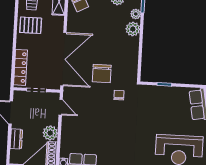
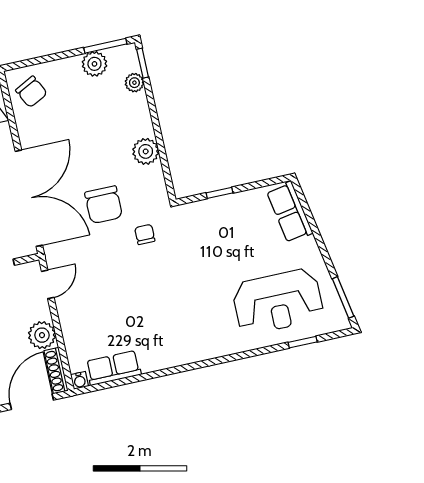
plant: (133, 29) -> (146, 151), moved
door: (61, 107) -> (48, 284), hinge flipped

